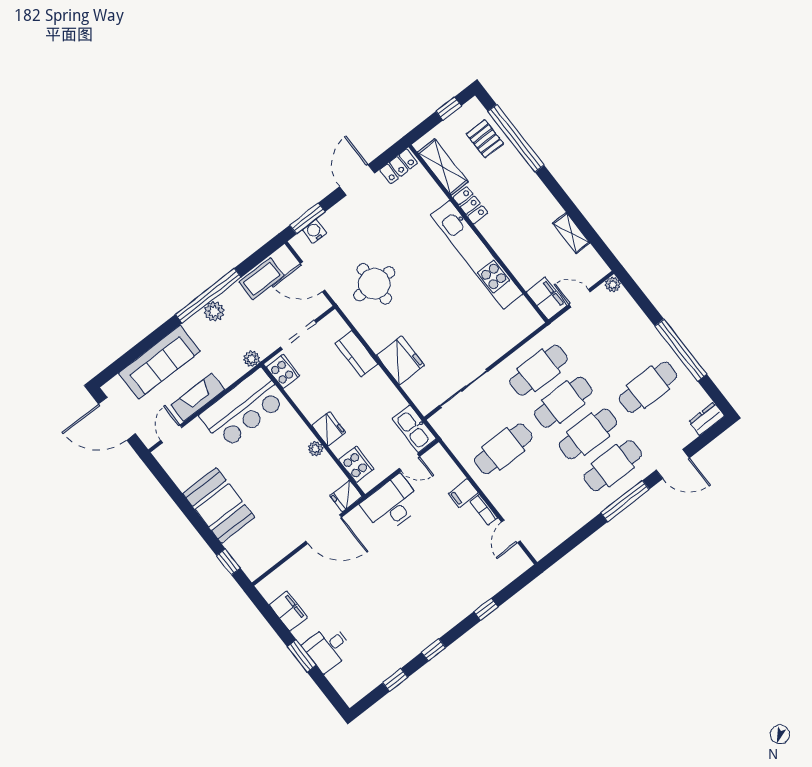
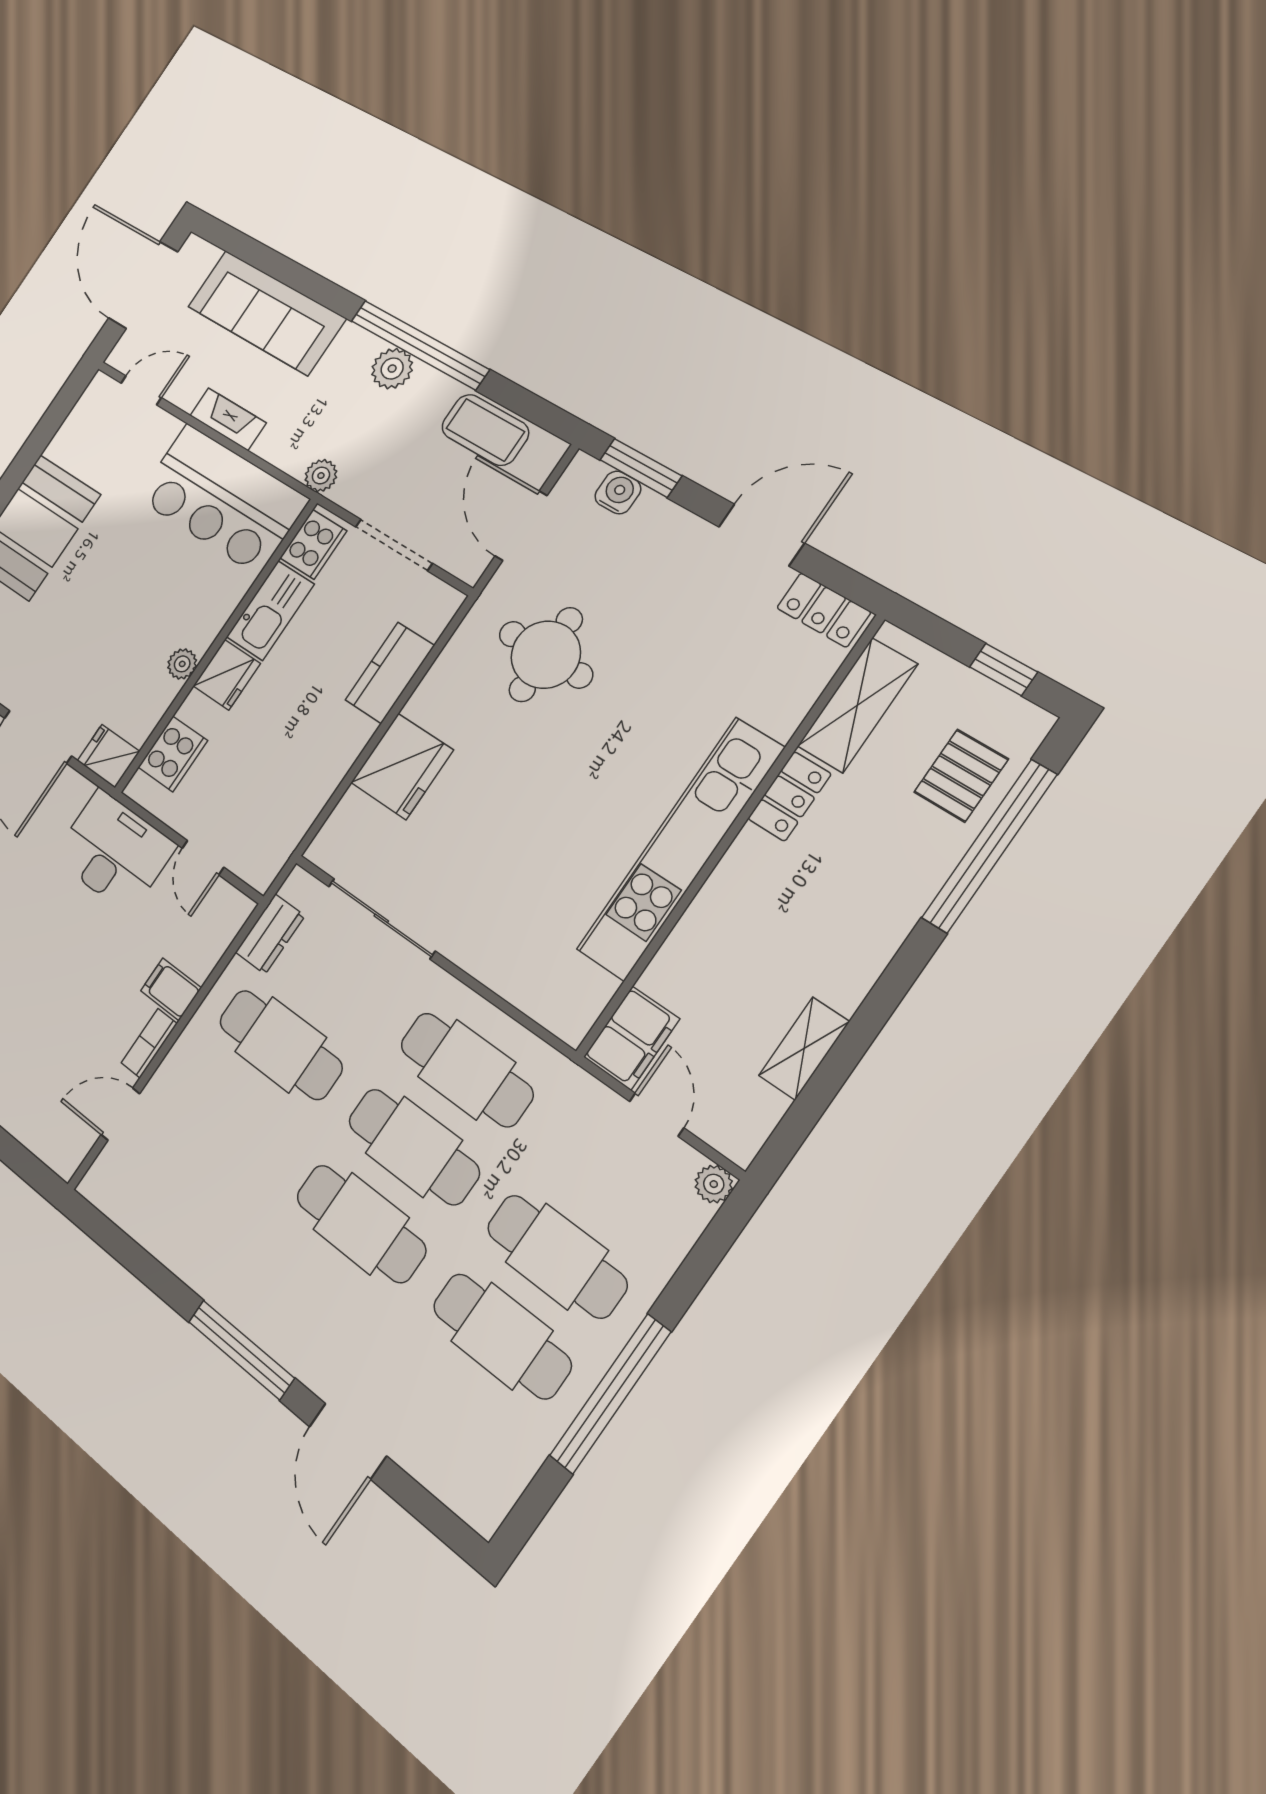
fireplace: (198, 397) -> (228, 419), width x0.73, depth x0.76
dresser: (707, 419) -> (270, 934), moved, turned 90
kitchen sink: (414, 429) -> (270, 611), moved, turned 180
cafe table: (613, 466) -> (557, 1256), moved

